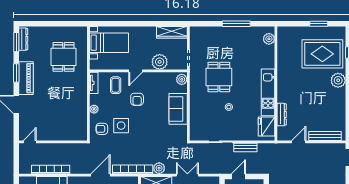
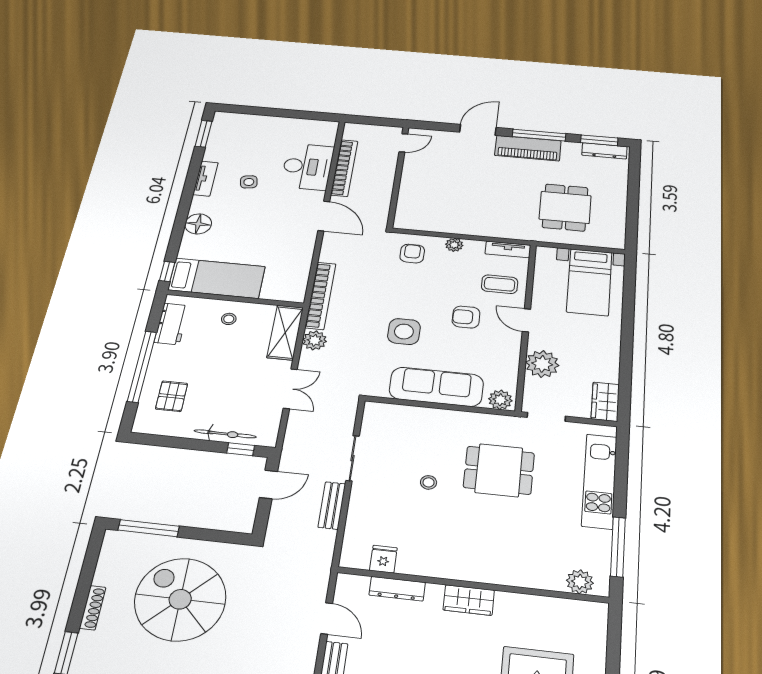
window: (236, 24) -> (618, 547), moved
wardrobe: (172, 32) -> (605, 402), width x0.67
dining table: (64, 57) -> (565, 207), turned 90
window: (16, 73) -> (539, 135), width x1.44
wardrobe: (283, 84) -> (469, 600), added
kitchen unit: (268, 92) -> (599, 481), moved, turned -90
sofa: (178, 109) -> (436, 387), width x1.36
side table: (121, 126) -> (404, 332), moved
fridge: (267, 126) -> (383, 559), width x0.53, depth x0.75
door: (30, 142) -> (403, 143), hinge flipped
door: (101, 175) -> (324, 216), moved
door: (238, 176) -> (268, 484), hinge flipped

